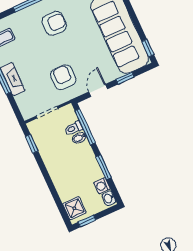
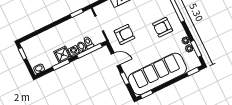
armchair: (54, 23) -> (163, 27), turned 90
washing machine: (102, 186) -> (74, 51), moved
shower: (74, 208) -> (62, 55), moved

